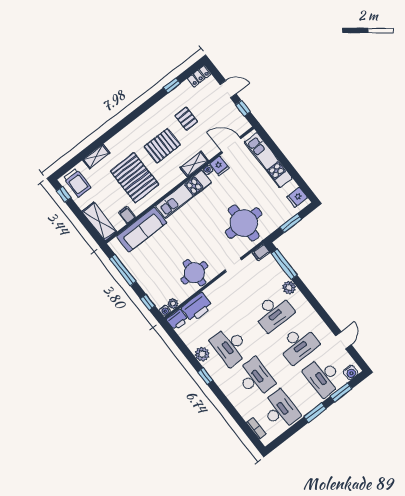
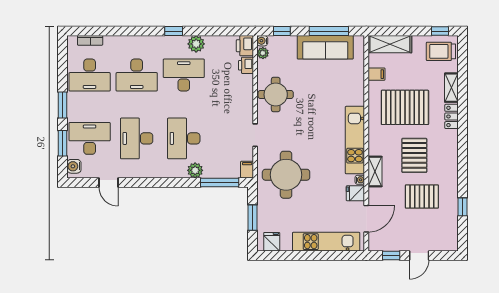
locker: (199, 76) -> (451, 116), moved
pallet: (186, 119) -> (422, 196), width x1.50, depth x1.42
sofa: (142, 229) -> (325, 47), moved, turned -90
printer: (197, 307) -> (246, 65), width x0.53, depth x0.68

